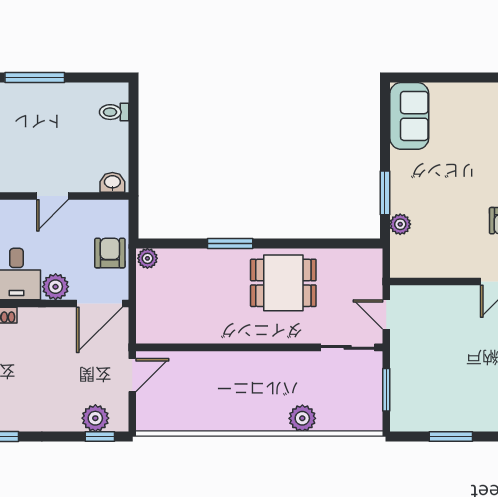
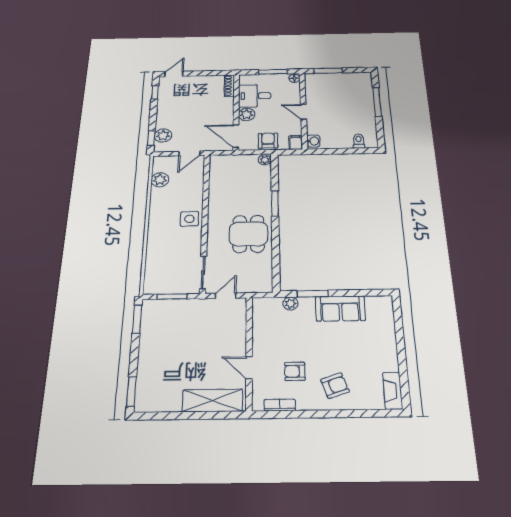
sofa: (409, 116) -> (340, 309), moved
filing cabinet: (115, 210) -> (296, 143), added
armchair: (110, 253) -> (268, 141), turned -90
side table: (255, 370) -> (189, 219), added
door: (132, 375) -> (189, 153), hinge flipped
plant: (302, 418) -> (160, 180), moved
window: (451, 437) -> (137, 319), moved

